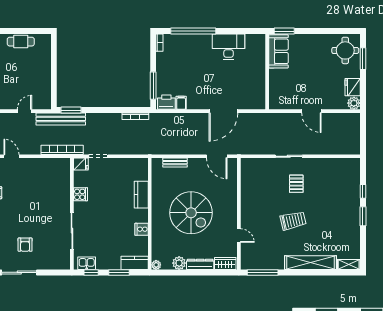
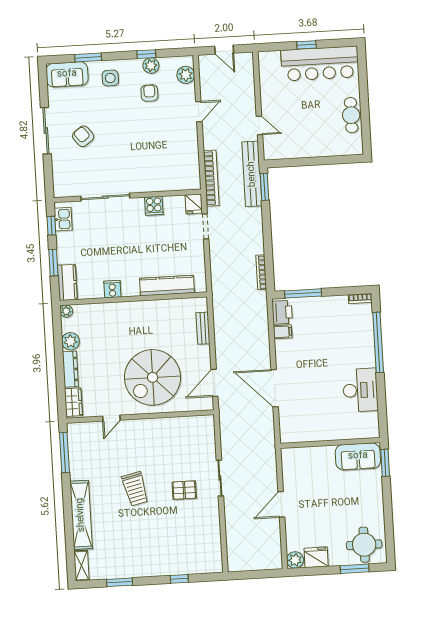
kitchen counter: (141, 195) -> (167, 286), width x1.50
spiral stairs: (191, 213) -> (153, 377), moved
window: (363, 216) -> (120, 582), moved
armchair: (25, 245) -> (83, 136), turned 53

